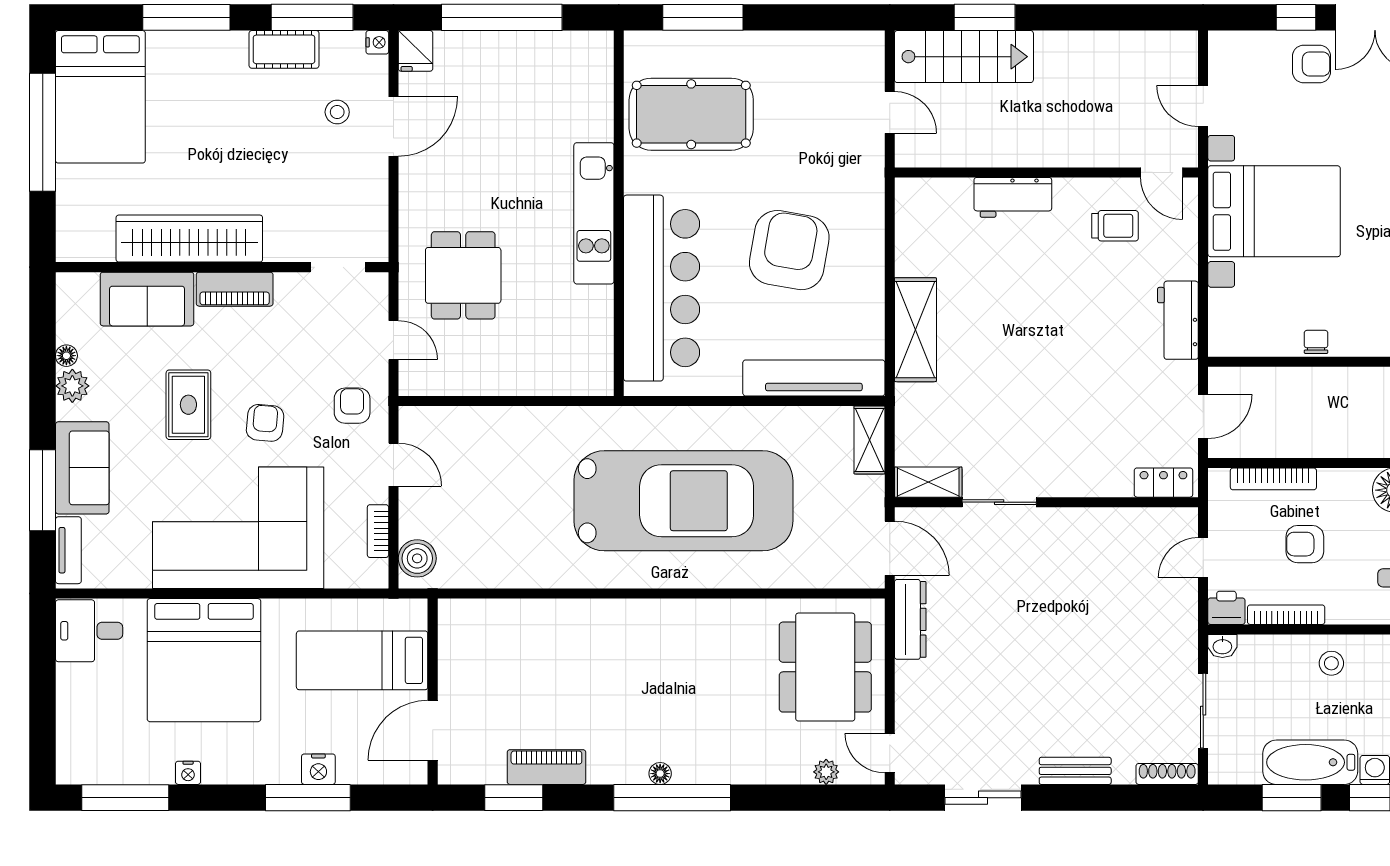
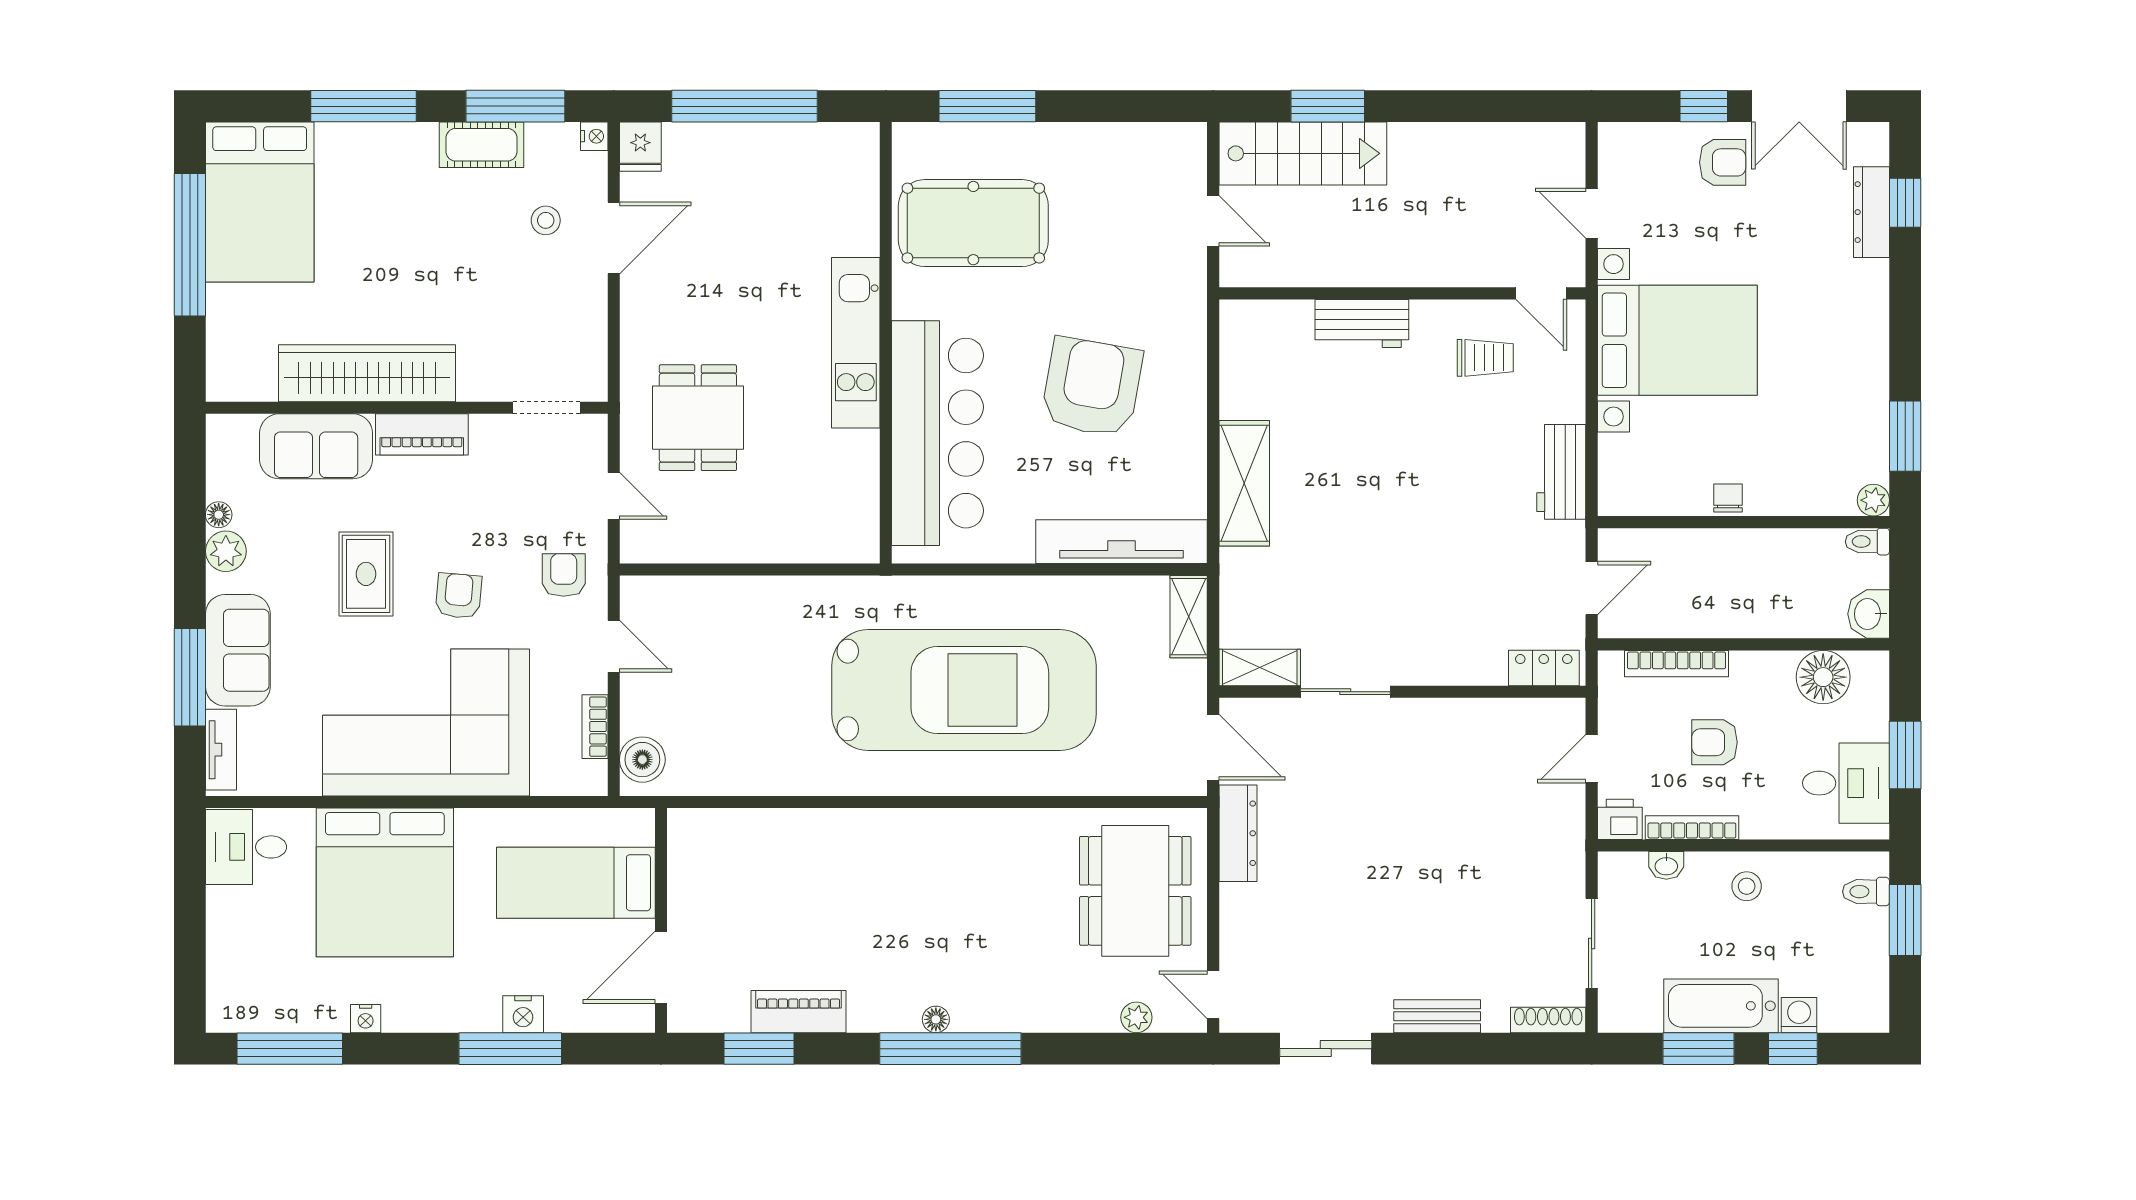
washbasin: (1222, 646) -> (1666, 865), moved

